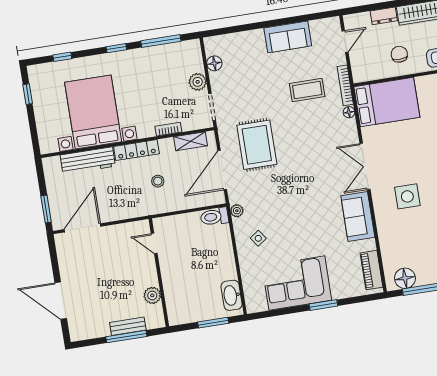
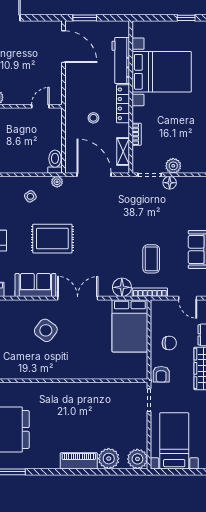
floor lamp: (214, 63) -> (170, 183), moved
floor lamp: (349, 112) -> (122, 287), width x1.89, depth x1.89
rug: (257, 145) -> (52, 239), moved
side table: (407, 196) -> (46, 330), turned 37

